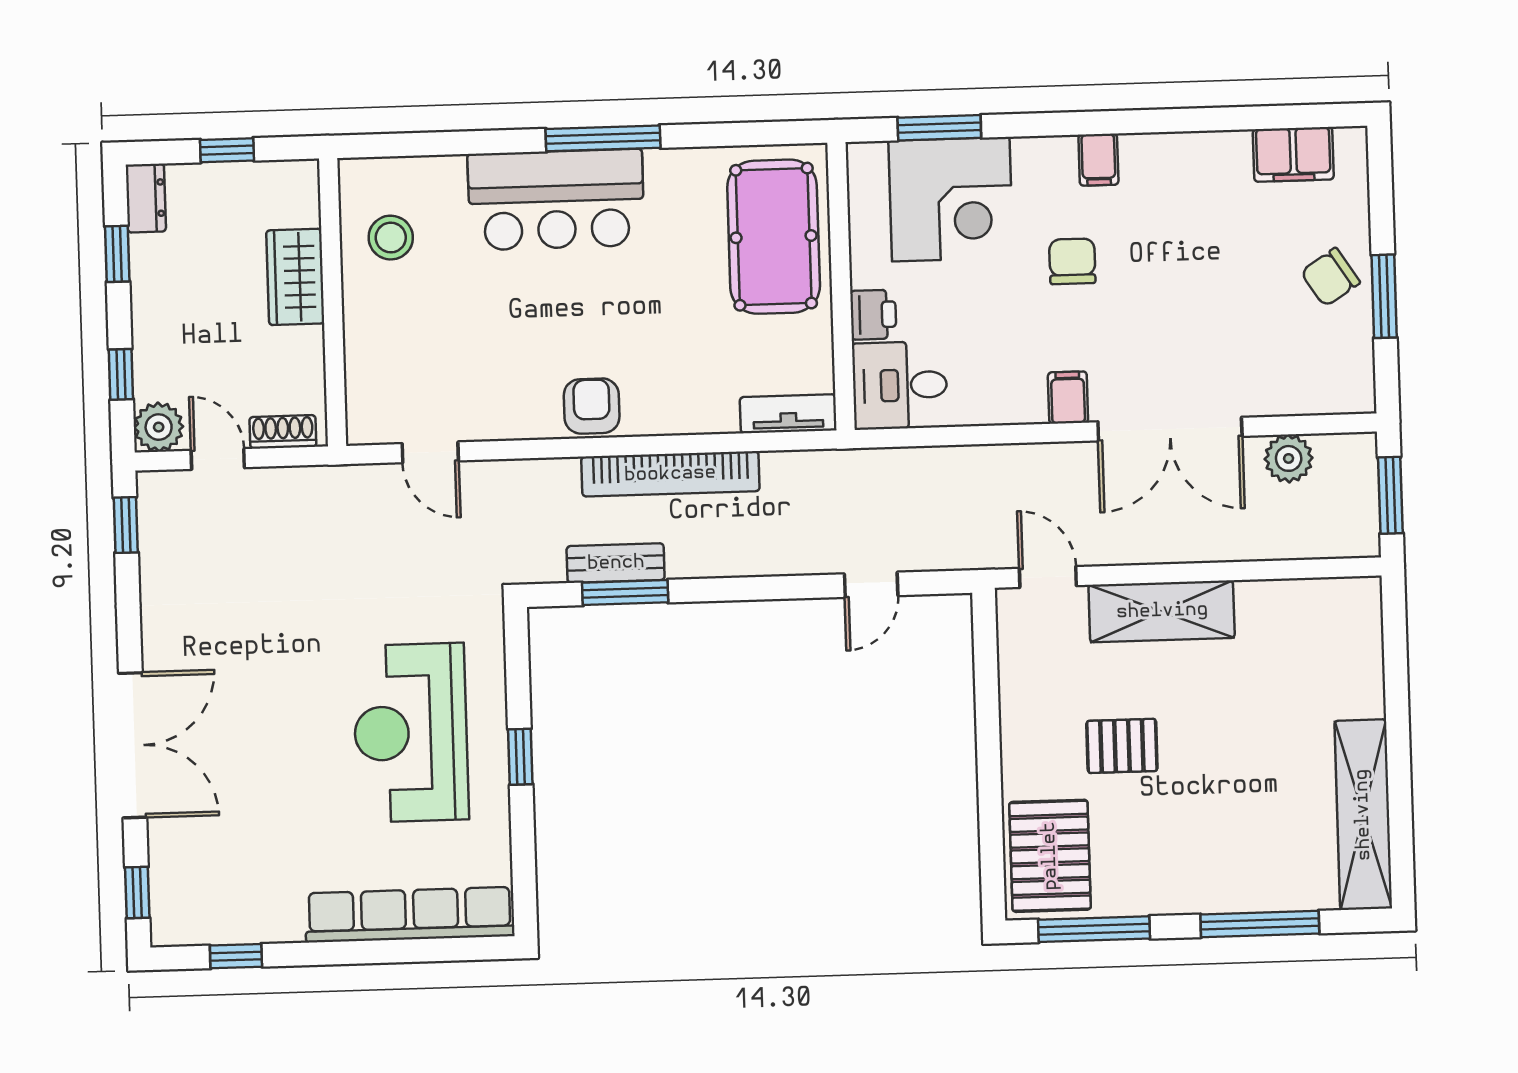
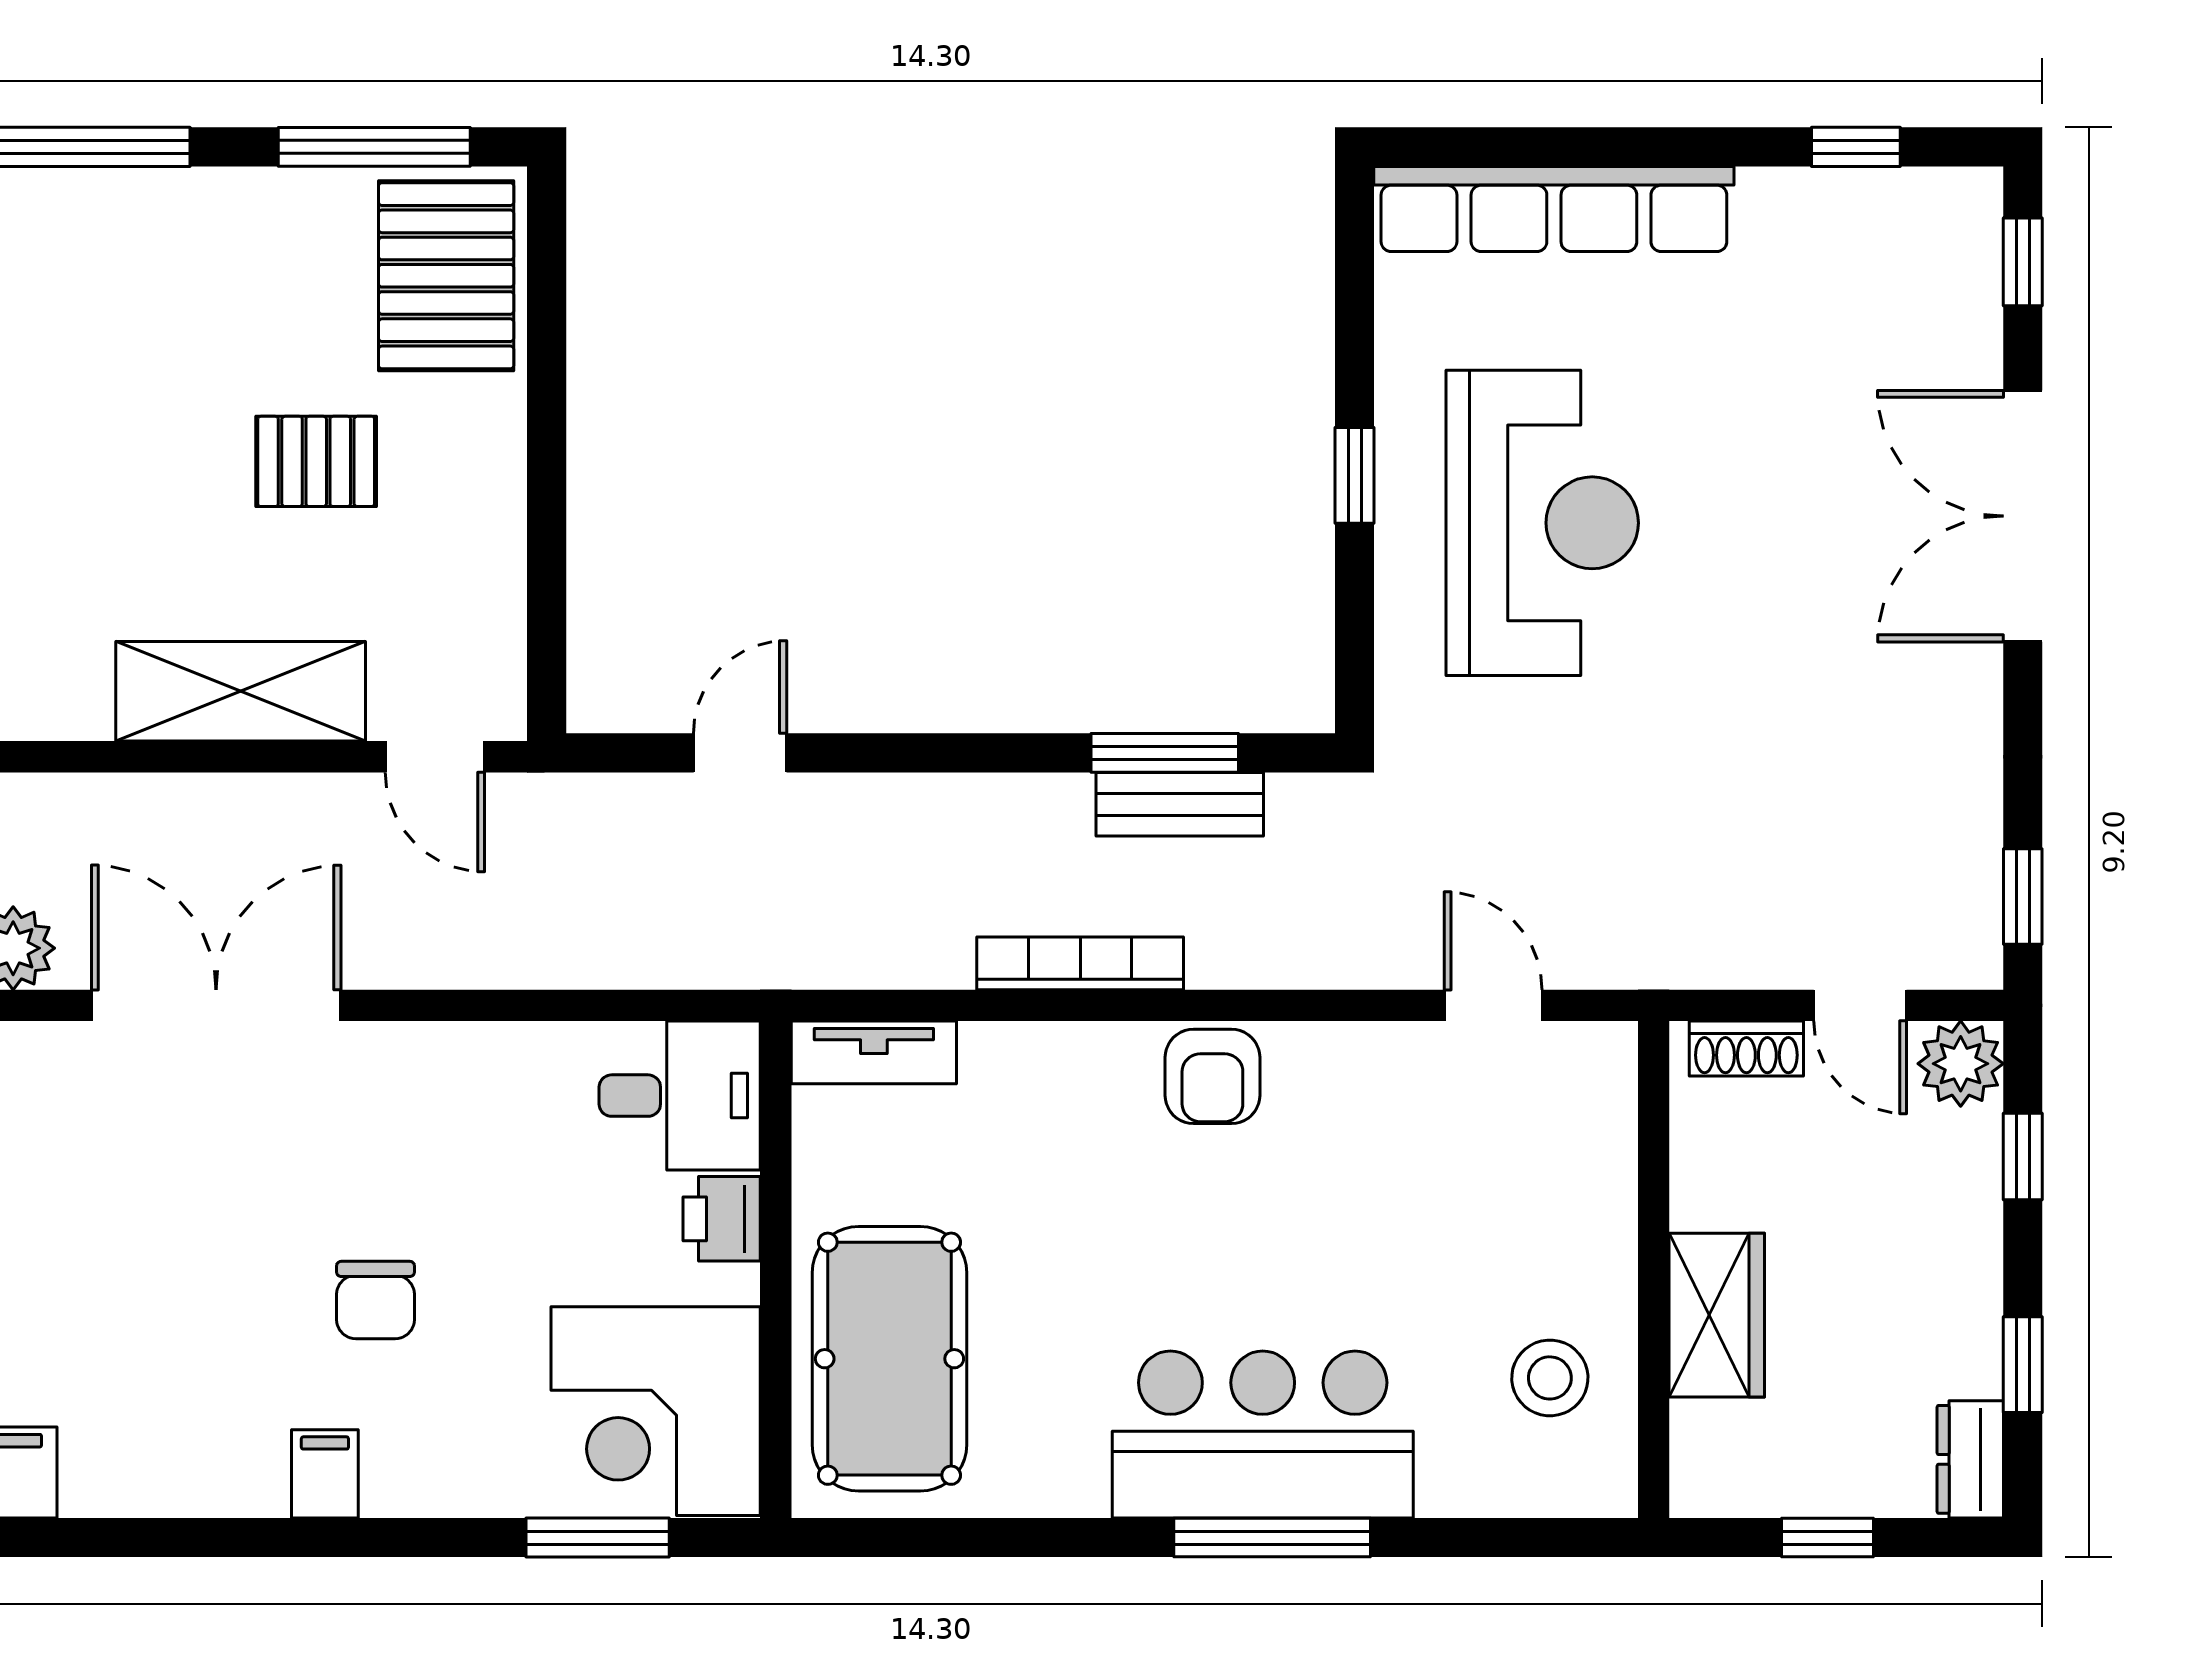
window: (603, 138) -> (1272, 1538), moved
corner desk: (951, 199) -> (656, 1411), moved, turned -90
filing cabinet: (1068, 397) -> (390, 1065), removed
bookcase: (670, 474) -> (1080, 963), width x0.68, depth x0.76

